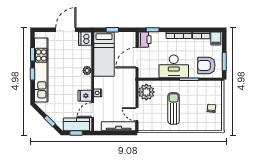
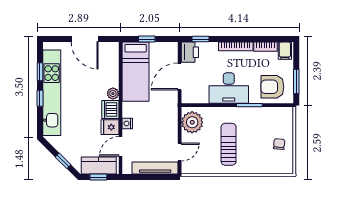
door: (66, 30) -> (85, 39), swing flipped
dishwasher: (85, 39) -> (110, 110), moved
door: (137, 114) -> (180, 152), swing flipped

